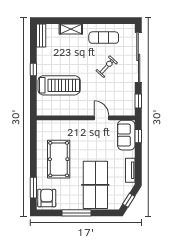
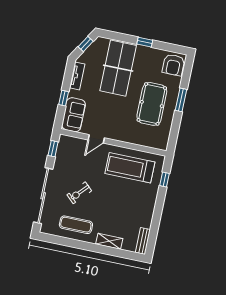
window: (33, 70) -> (164, 179), moved
treadmill: (59, 85) -> (130, 168), moved
door: (102, 118) -> (96, 139), hinge flipped
window: (138, 136) -> (64, 98), moved
window: (33, 188) -> (181, 100), moved
window: (76, 213) -> (145, 42), width x0.46

